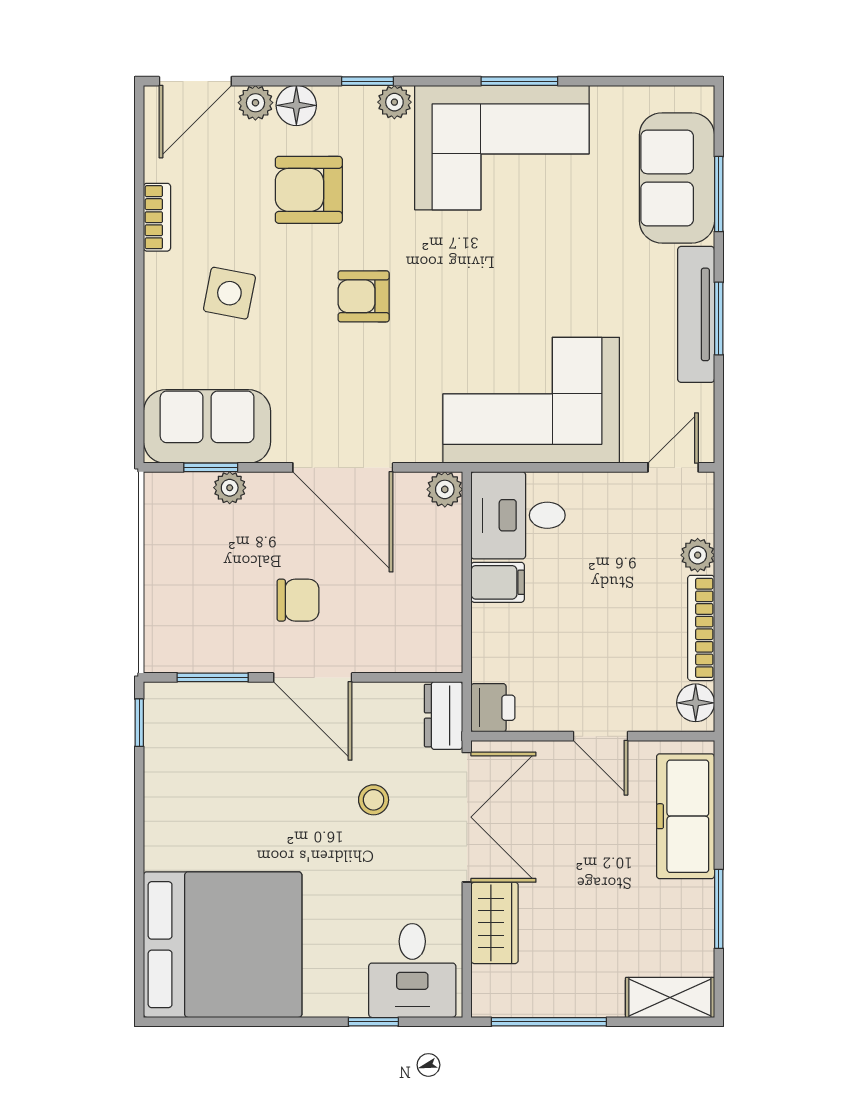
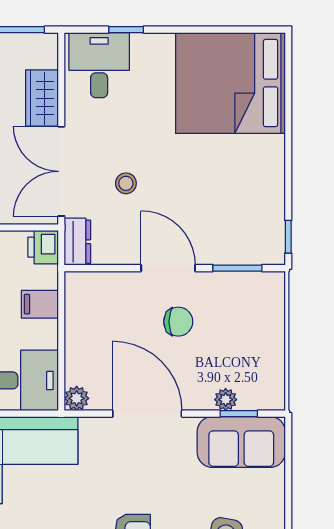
filing cabinet: (498, 582) -> (40, 304), moved
chair: (298, 600) -> (178, 322), turned 180

